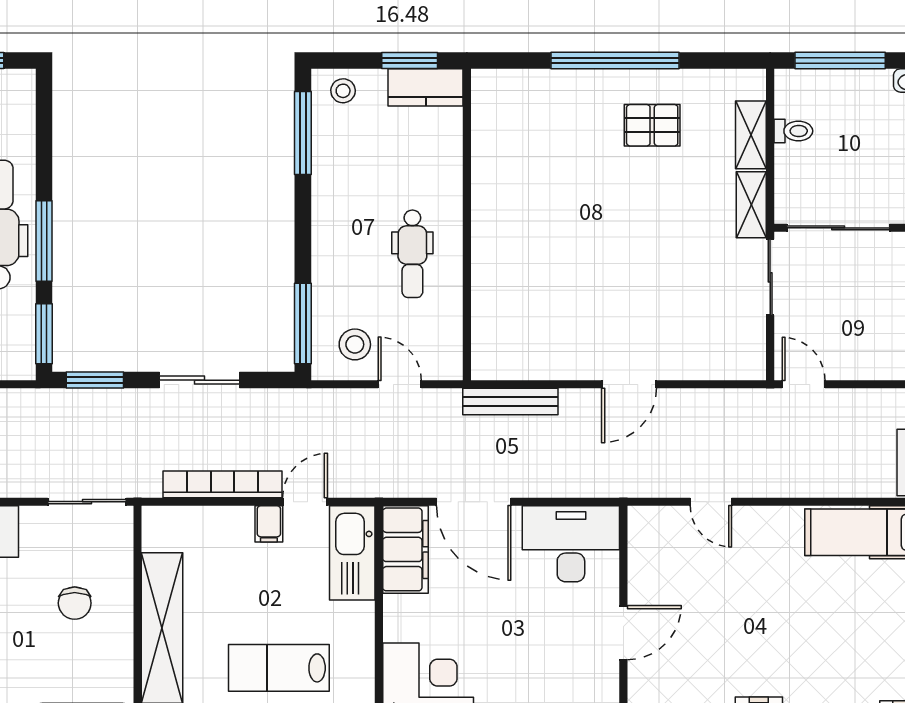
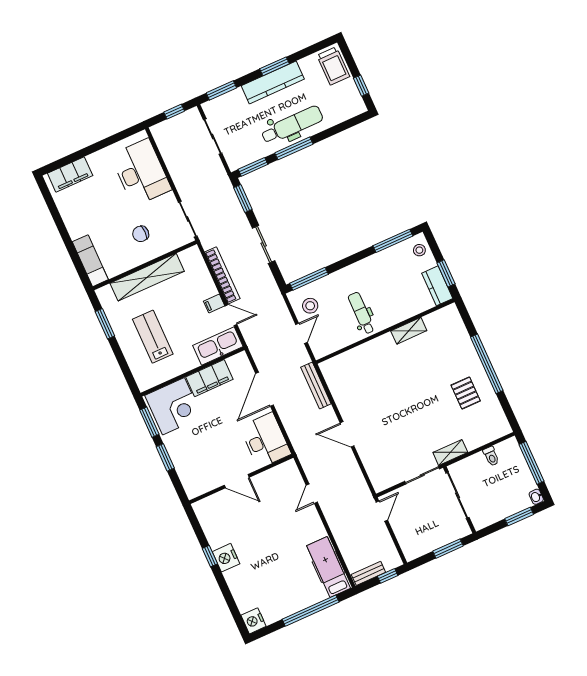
shelving: (751, 135) -> (409, 331), moved
dental chair: (412, 254) -> (361, 313), turned 90
filing cabinet: (405, 549) -> (209, 378), moved

